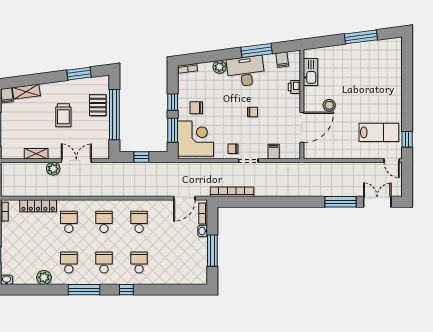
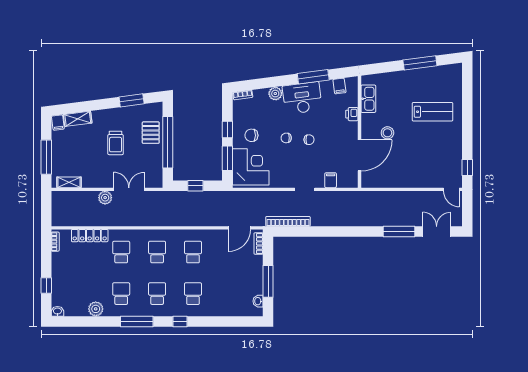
lab bench: (379, 132) -> (433, 112), moved
chair: (233, 149) -> (286, 138), moved
shelving: (36, 154) -> (69, 182), moved
washbasin: (203, 231) -> (258, 301), moved

